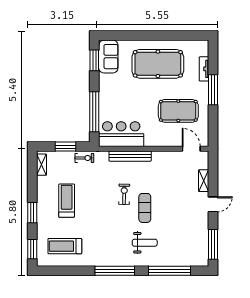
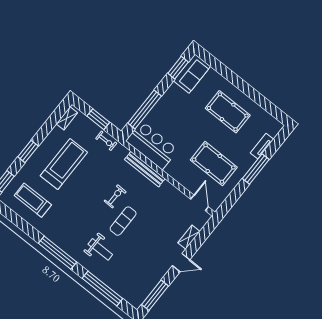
pool table: (158, 64) -> (228, 112), width x0.73, depth x0.76
treadmill: (67, 201) -> (64, 164), width x1.37, depth x1.37

